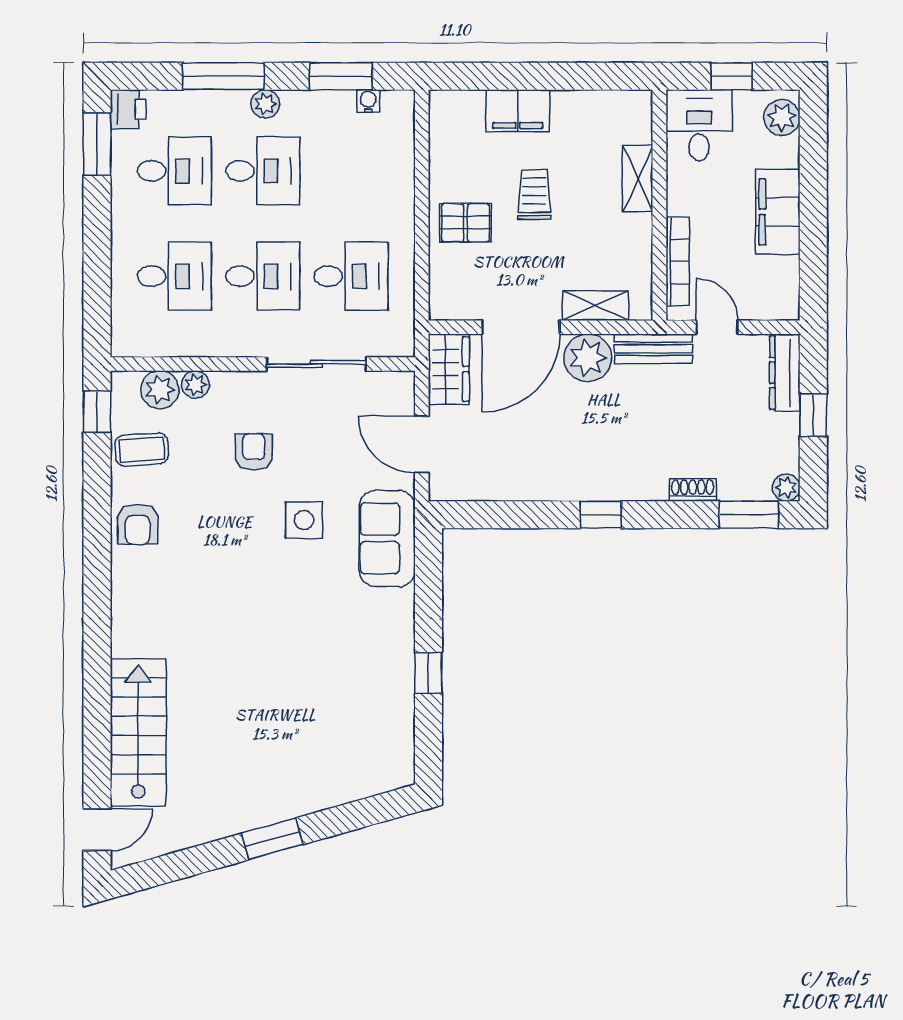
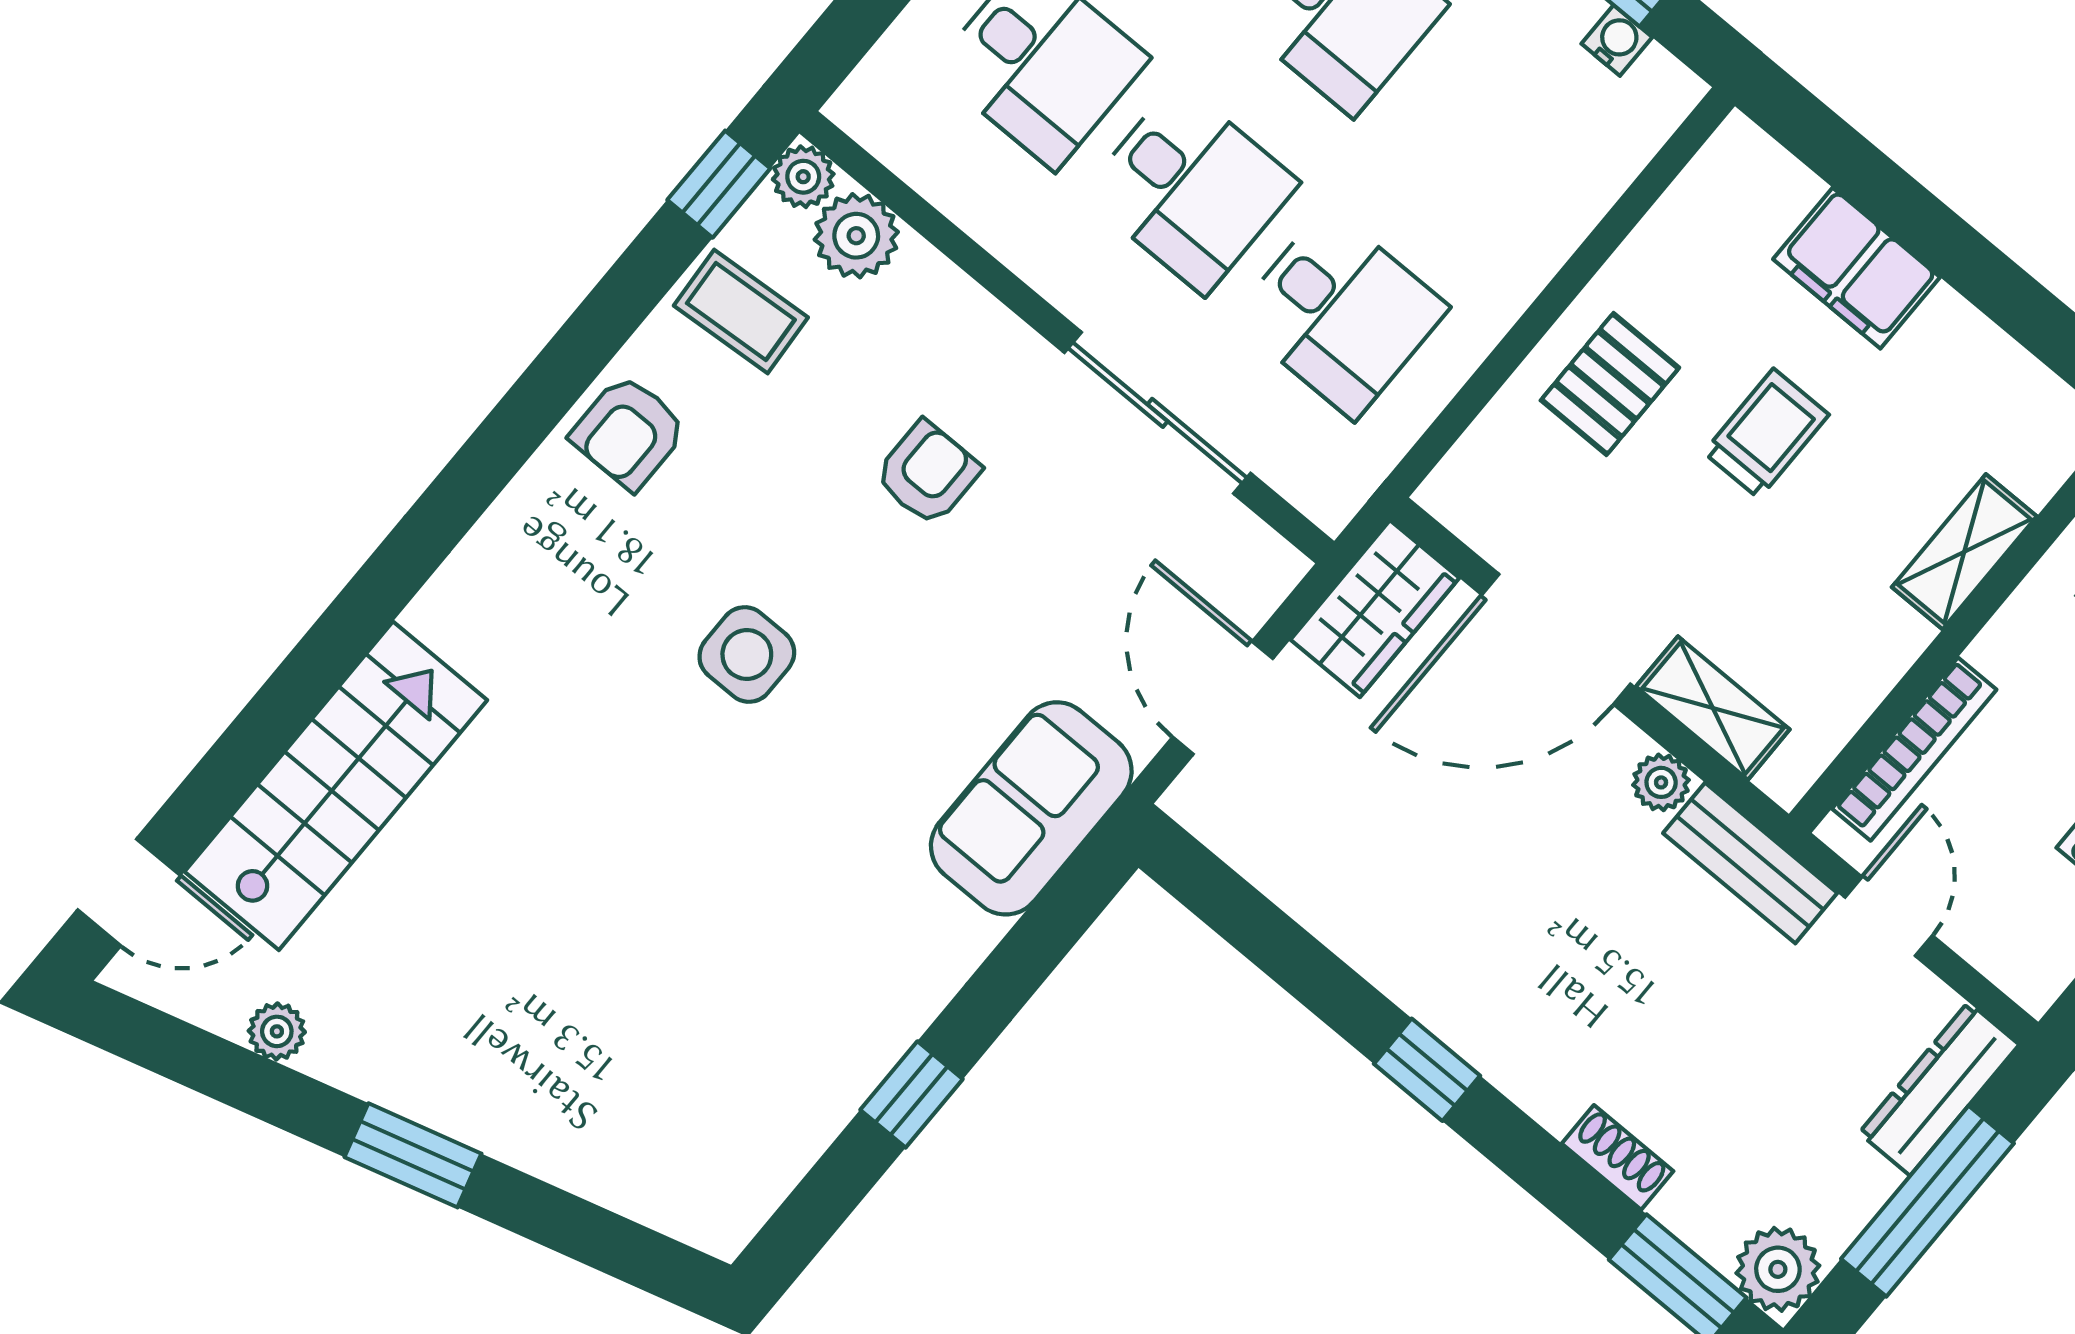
pallet: (466, 223) -> (1610, 384), turned 90
plant: (588, 358) -> (1661, 782), width x0.53, depth x0.53
plant: (196, 385) -> (803, 177), moved
window: (813, 415) -> (1927, 1201), width x2.17
plant: (786, 488) -> (1778, 1269), width x1.38, depth x1.38
side table: (304, 520) -> (747, 655), moved
plant: (189, 835) -> (277, 1031), added

